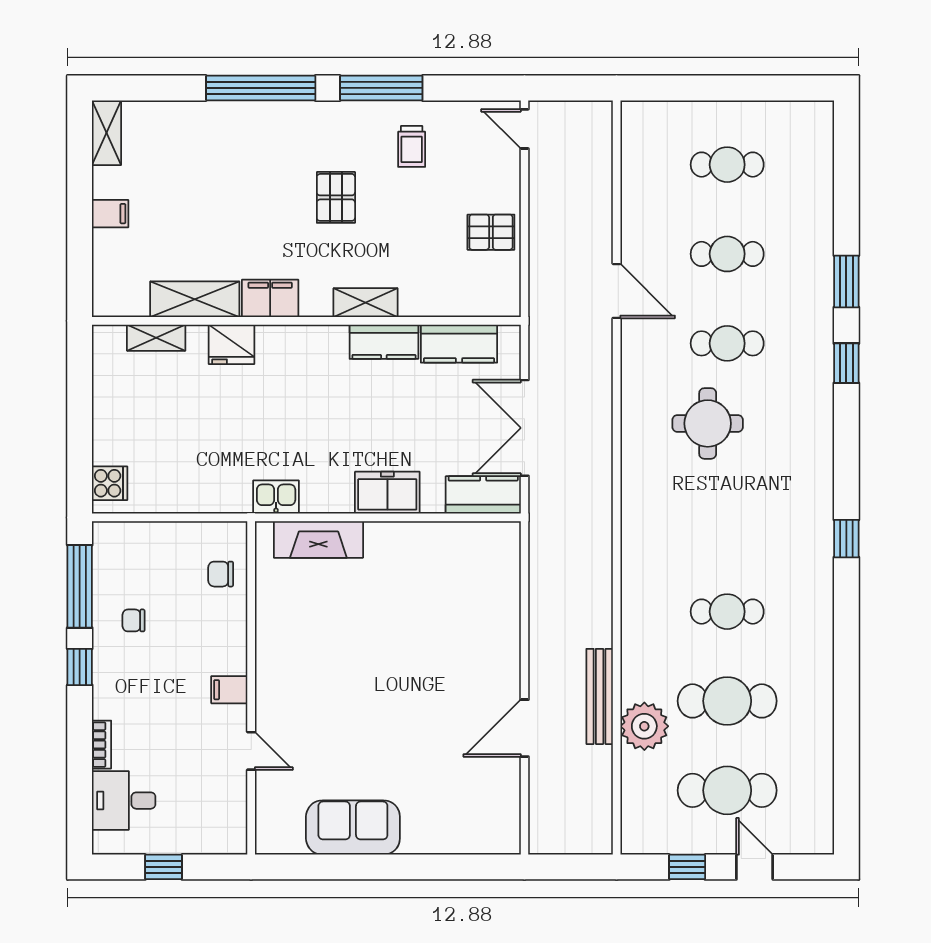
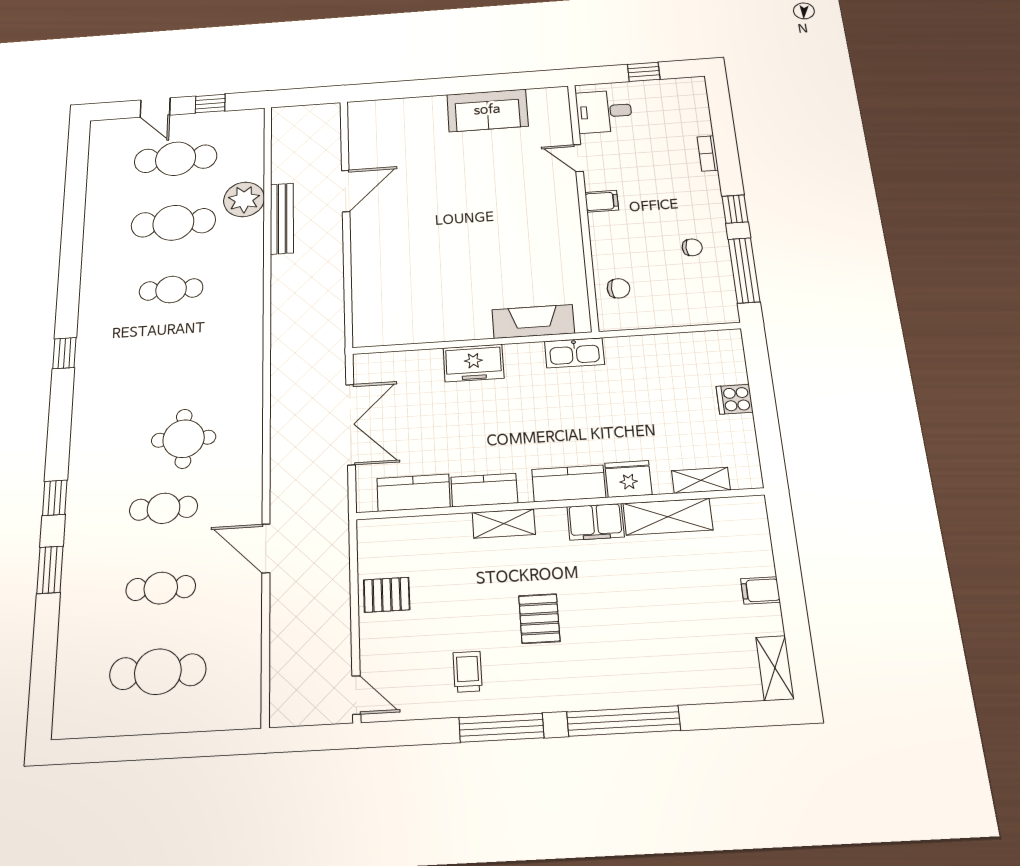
cafe table: (727, 165) -> (158, 672), width x1.37, depth x1.35
cooker: (110, 483) -> (735, 399), moved
kitchen counter: (483, 495) -> (569, 483), moved, turned 180
kitchen sink: (276, 497) -> (574, 353), width x1.38
desk: (124, 801) -> (604, 111), moved, turned 180

